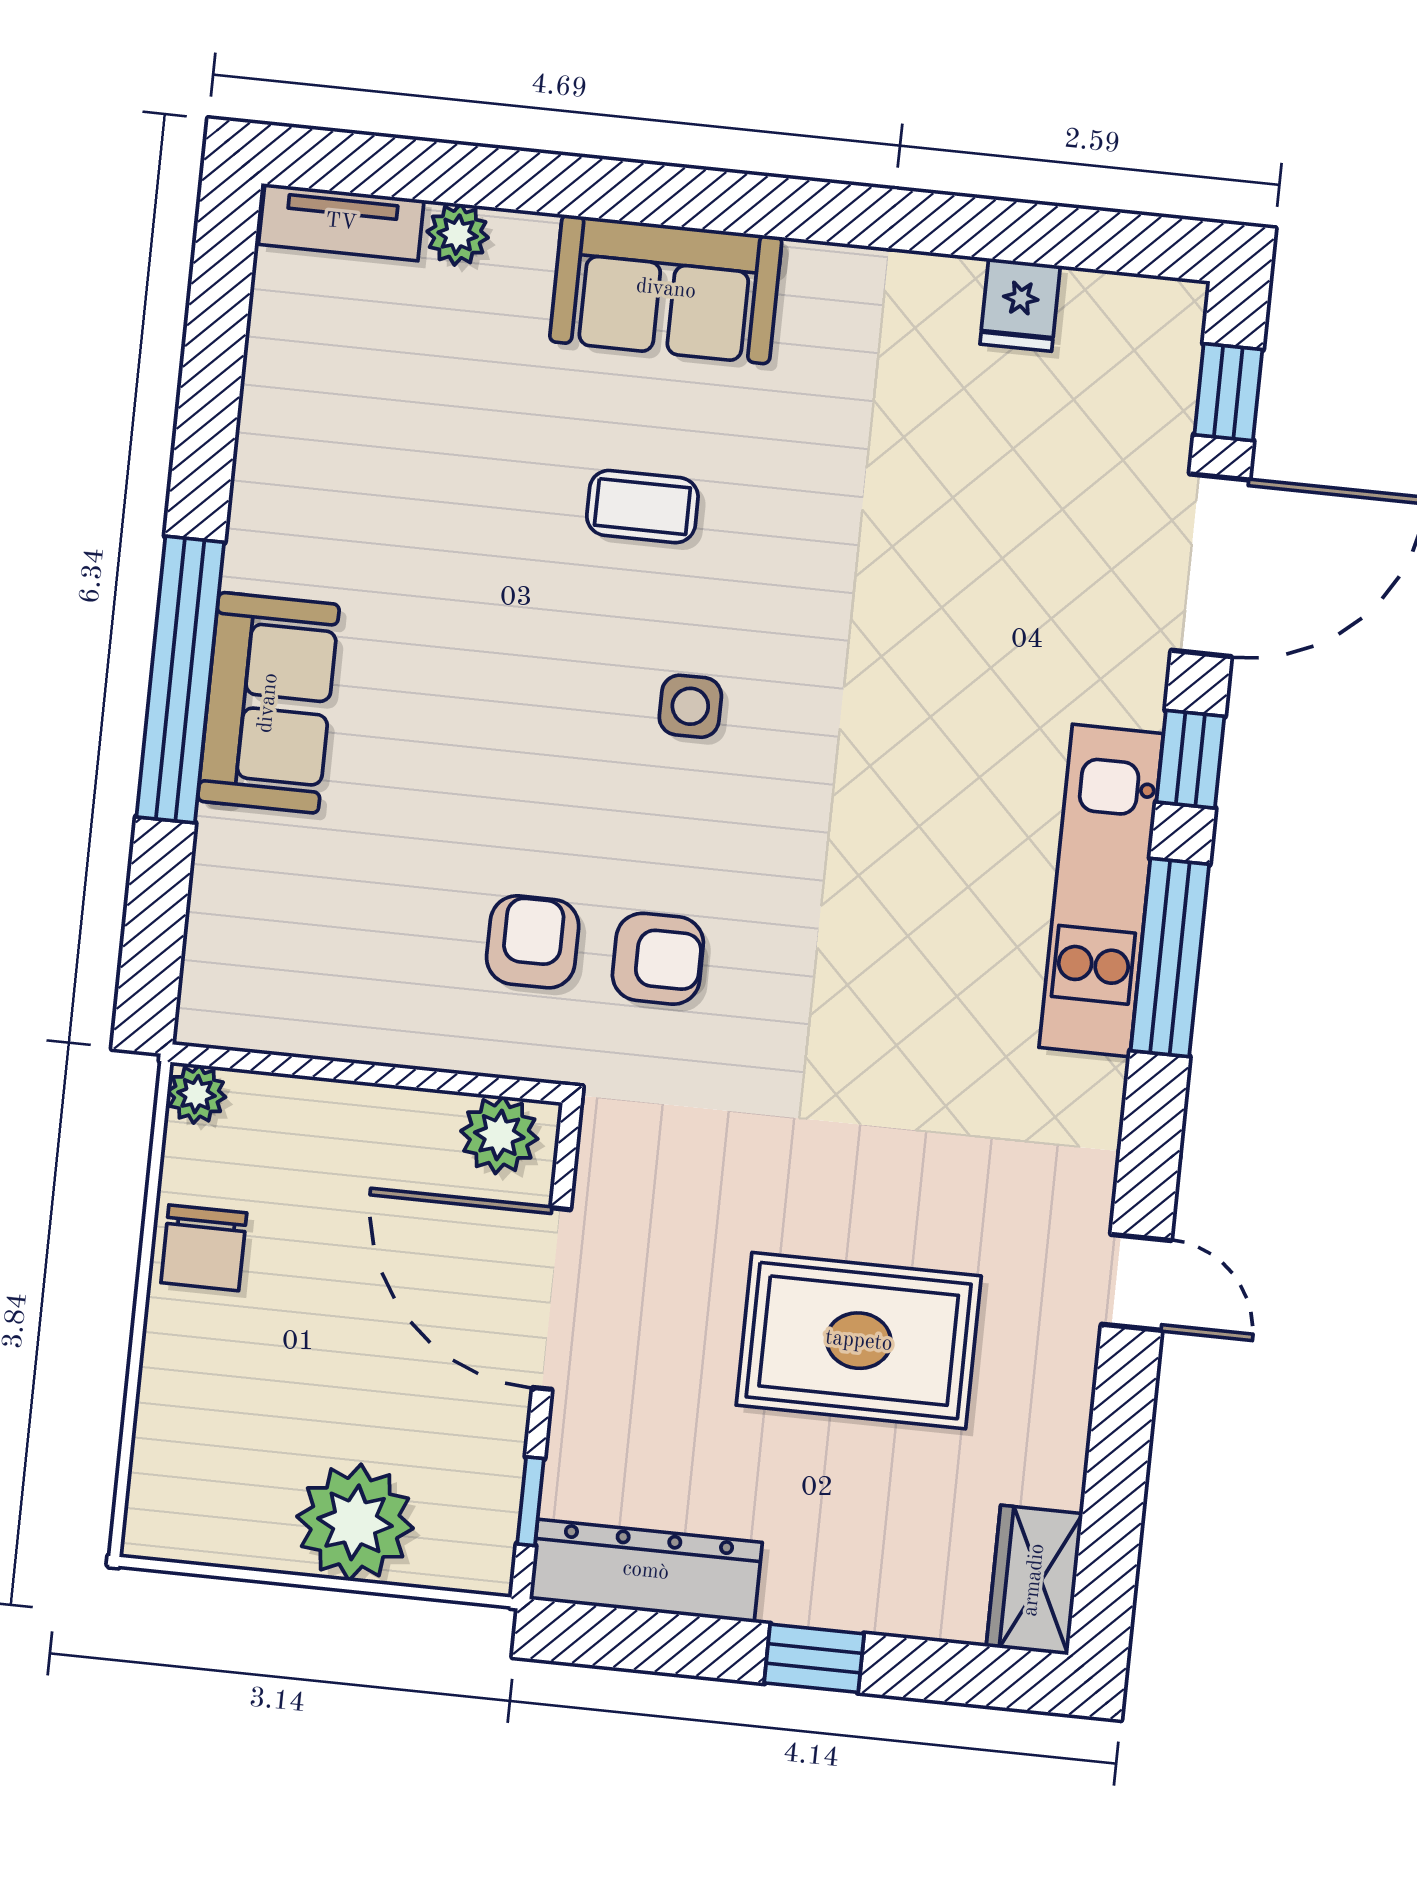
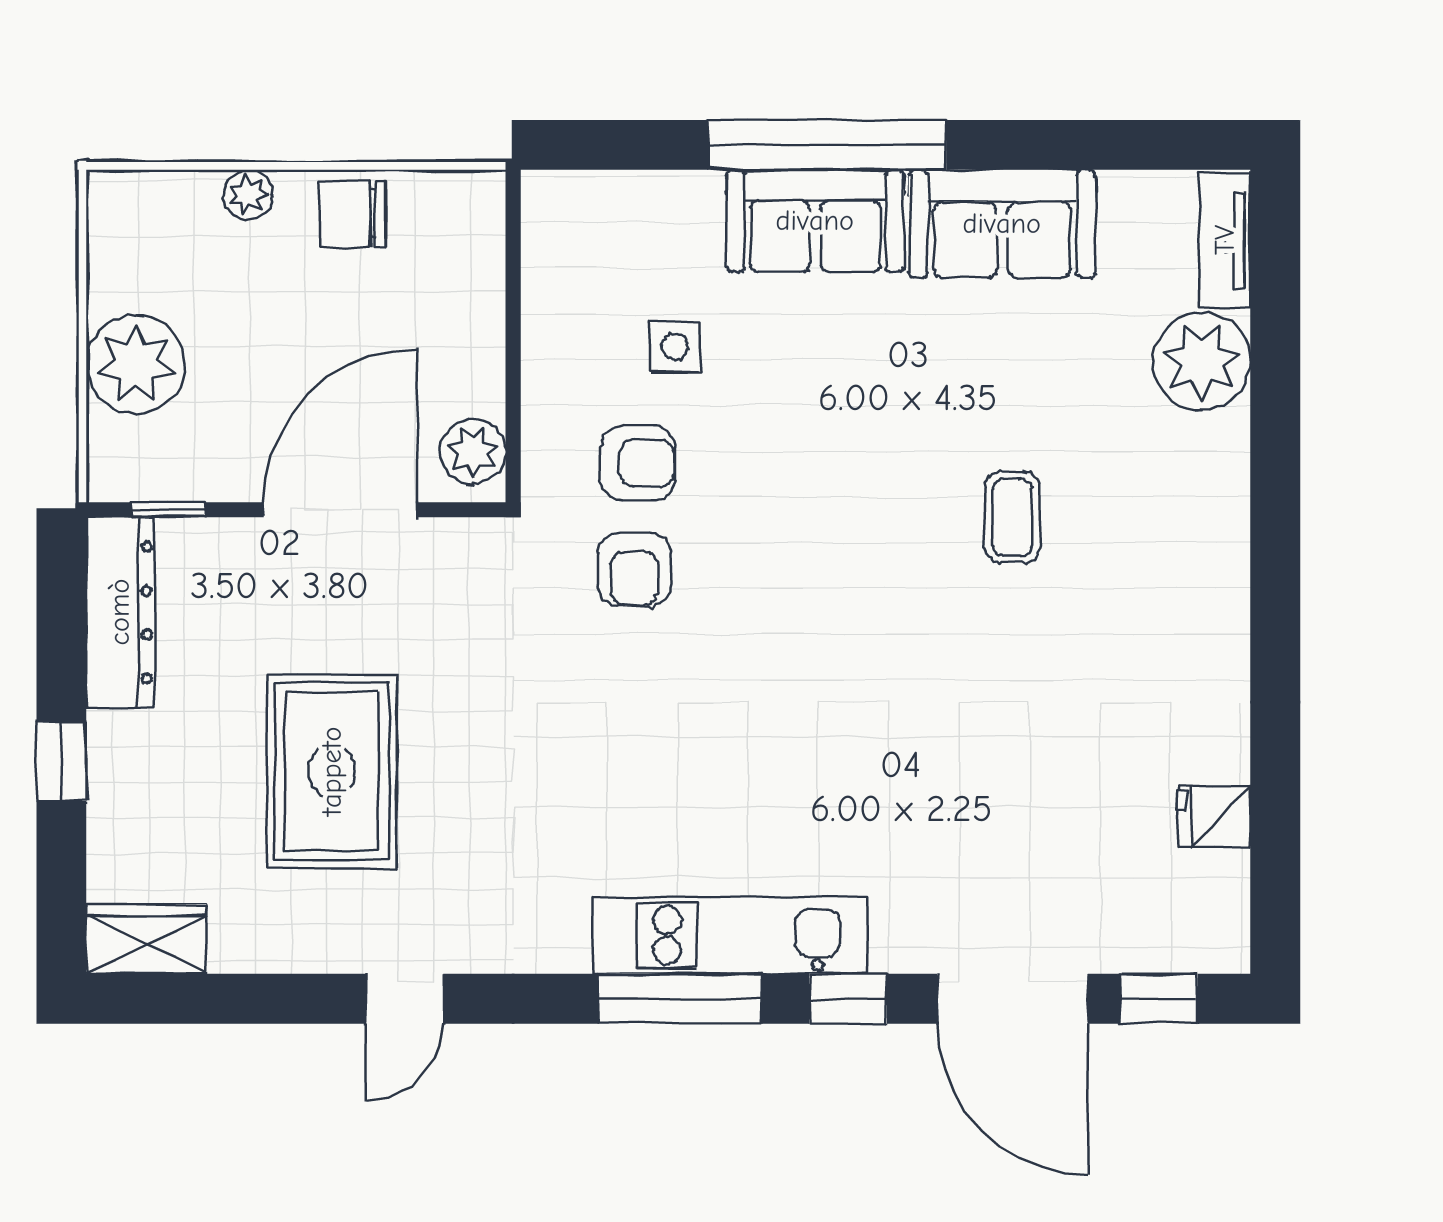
plant: (458, 235) -> (1202, 362), width x1.88, depth x1.88
sofa: (666, 289) -> (1002, 224), moved, turned -90
side table: (690, 706) -> (675, 347), moved
plant: (197, 1094) -> (248, 194), moved

